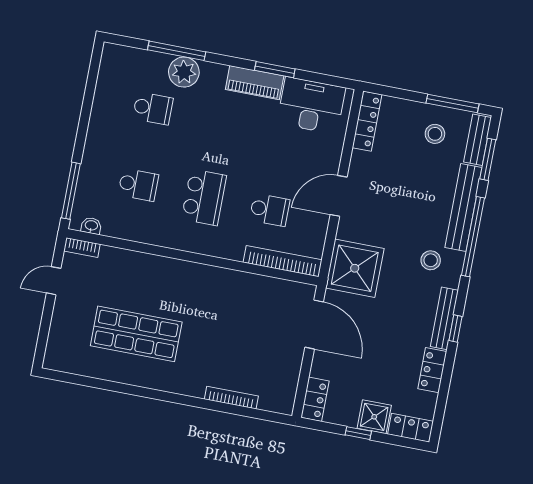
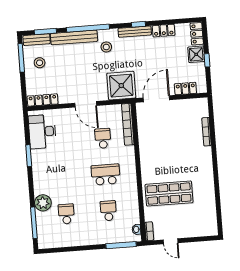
window: (177, 51) -> (34, 223), moved
piano: (255, 83) -> (38, 164), removed
shop shelf: (136, 334) -> (169, 194), moved, turned 90
locker: (315, 399) -> (185, 89), moved

